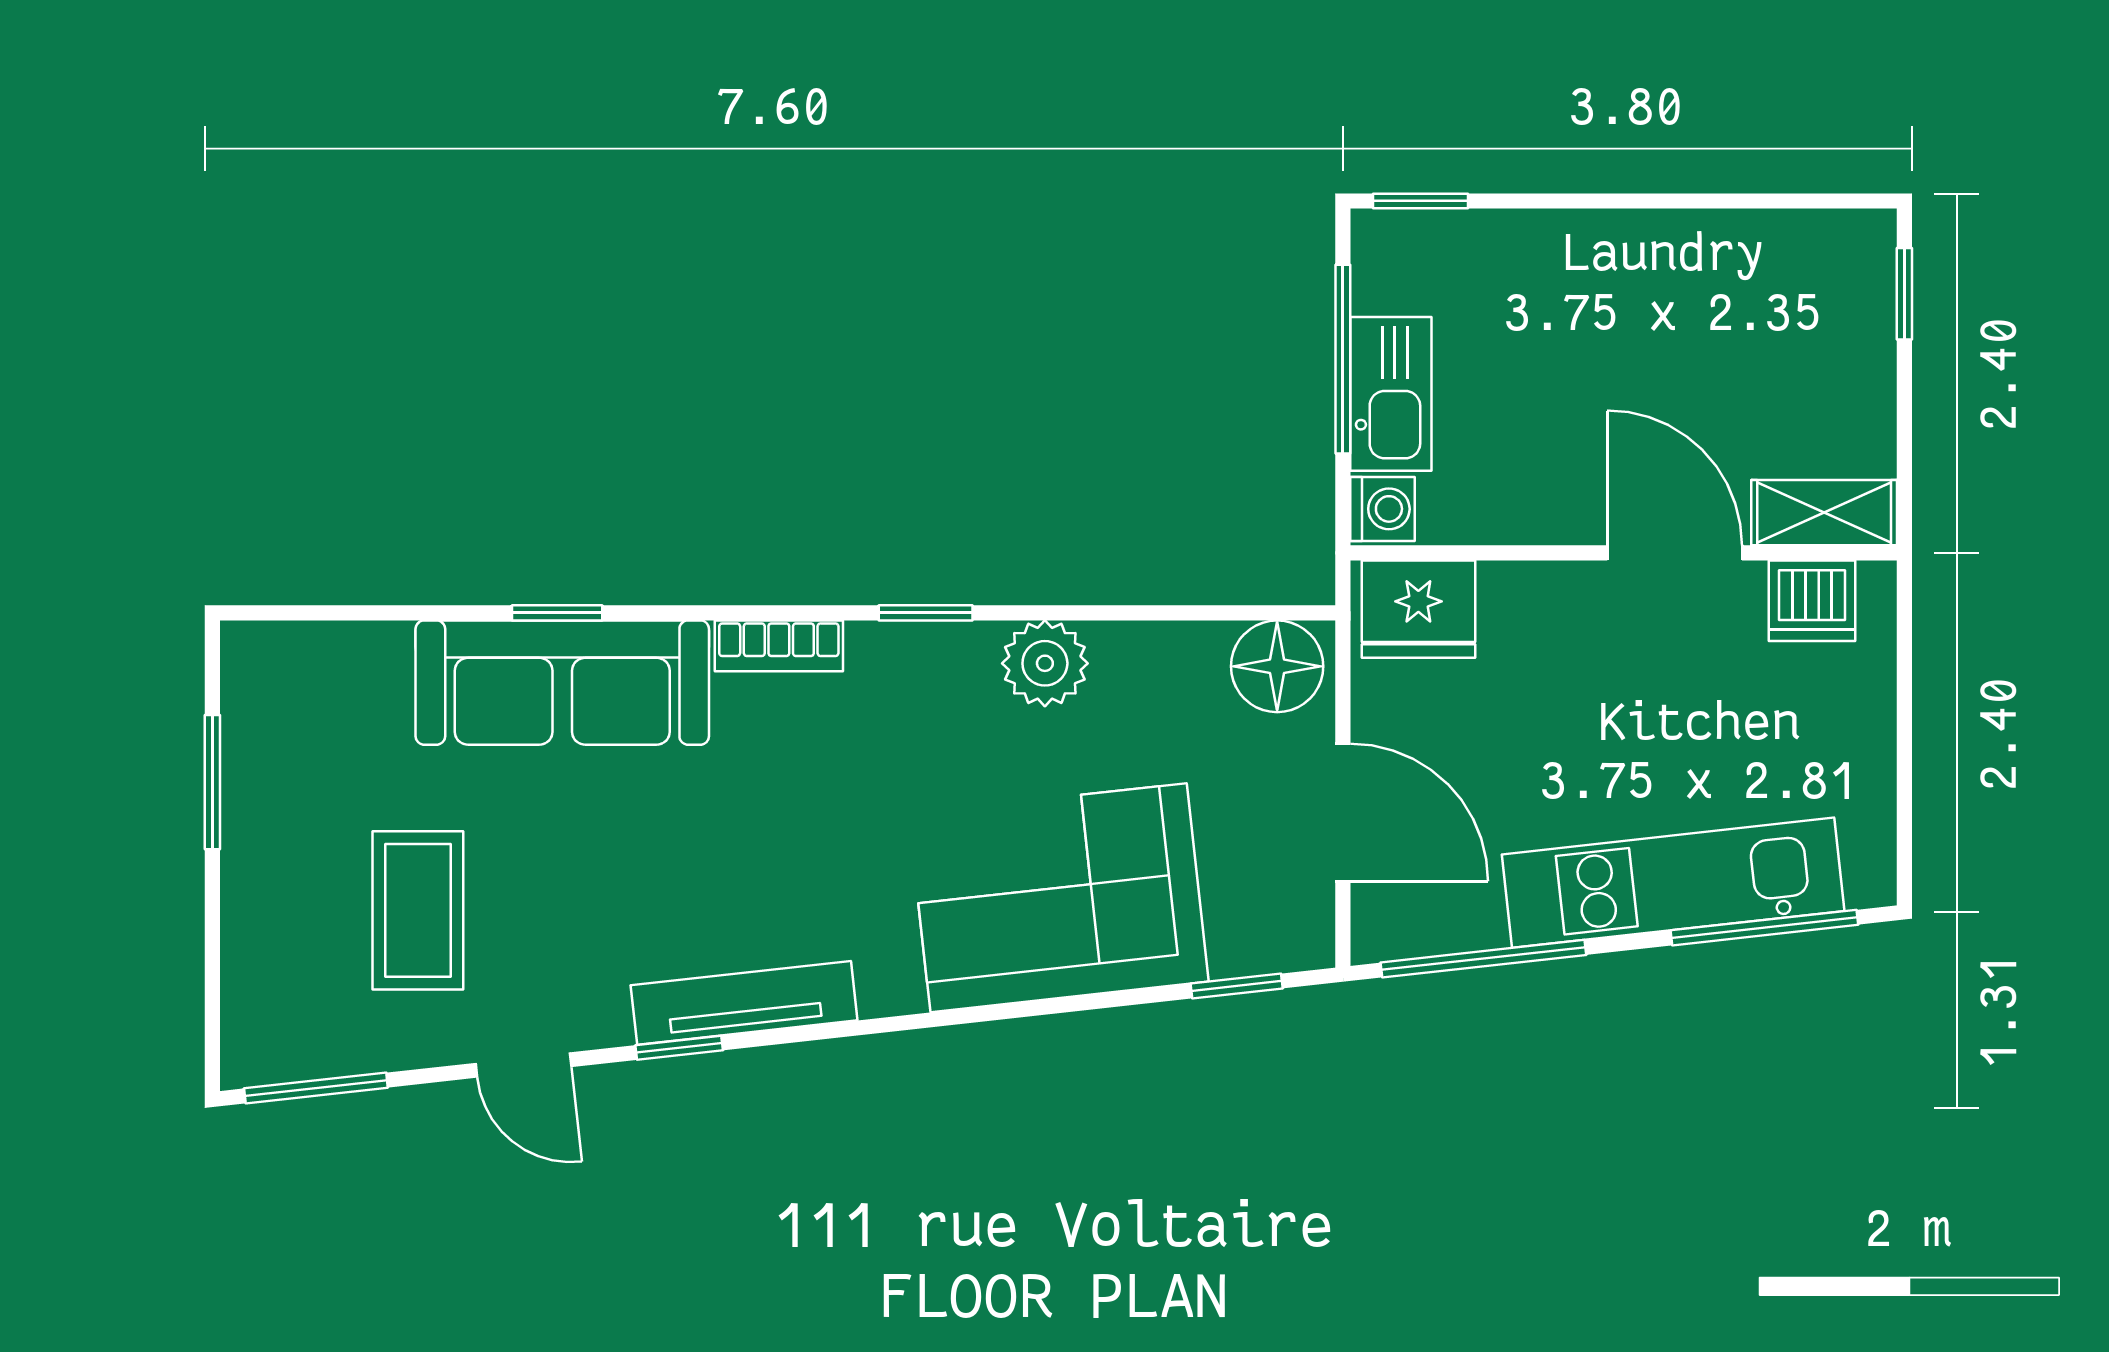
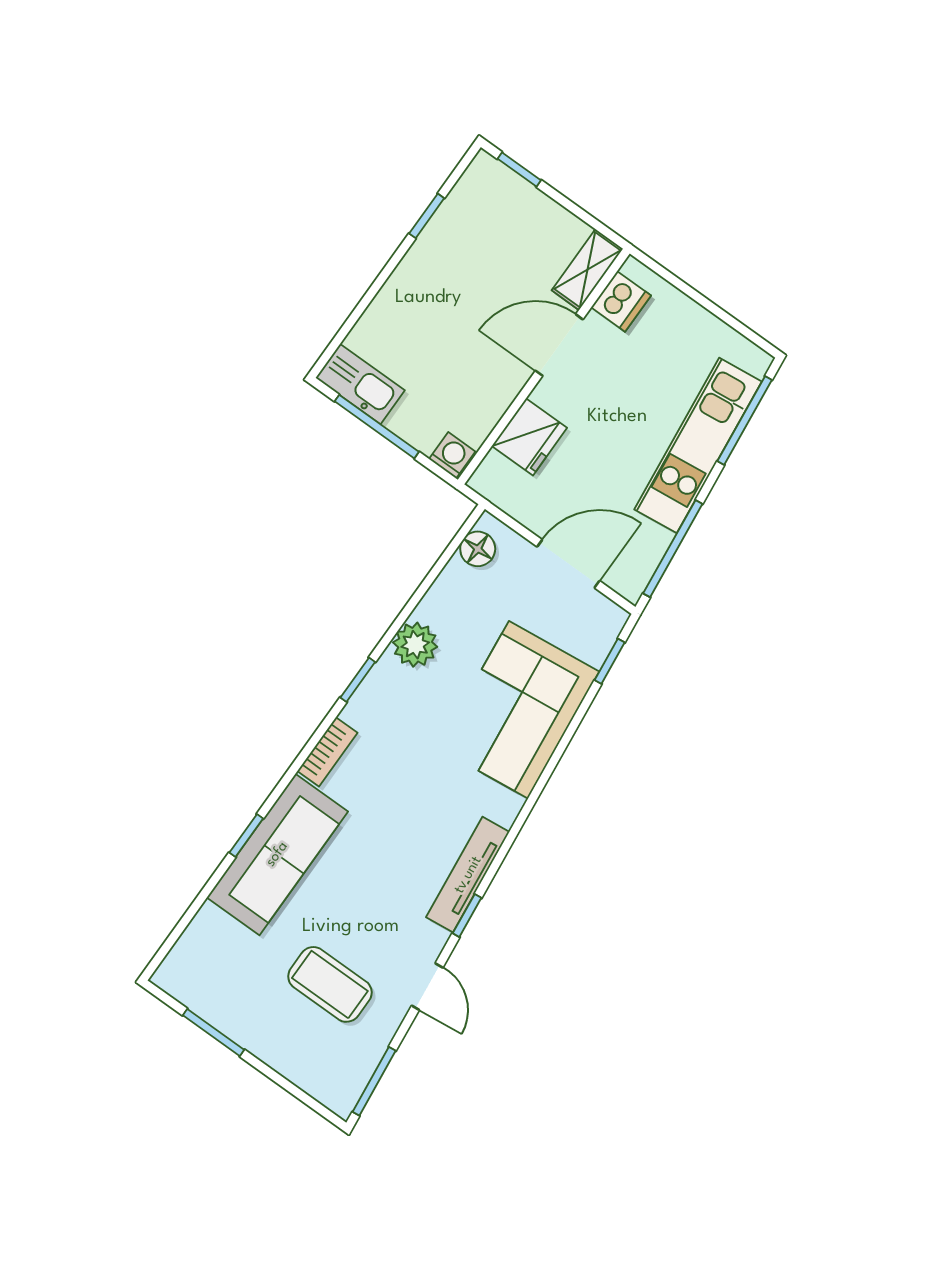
window: (1421, 201) -> (427, 216), moved
kitchen sink: (1391, 394) -> (360, 384), moved
fridge: (1418, 609) -> (529, 437), moved
floor lamp: (1277, 666) -> (478, 549), width x0.73, depth x0.73
door: (523, 1065) -> (427, 987), hinge flipped

